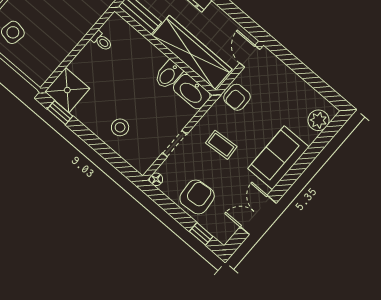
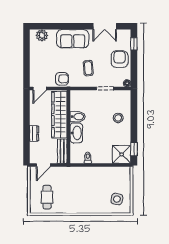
washbasin: (192, 92) -> (76, 133), moved
armchair: (197, 197) -> (120, 59), turned 95

